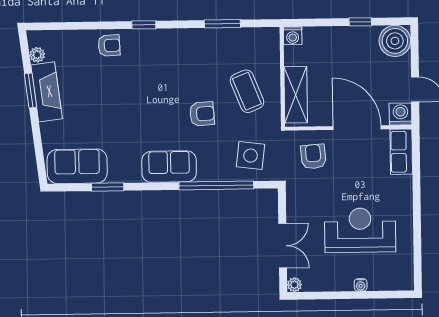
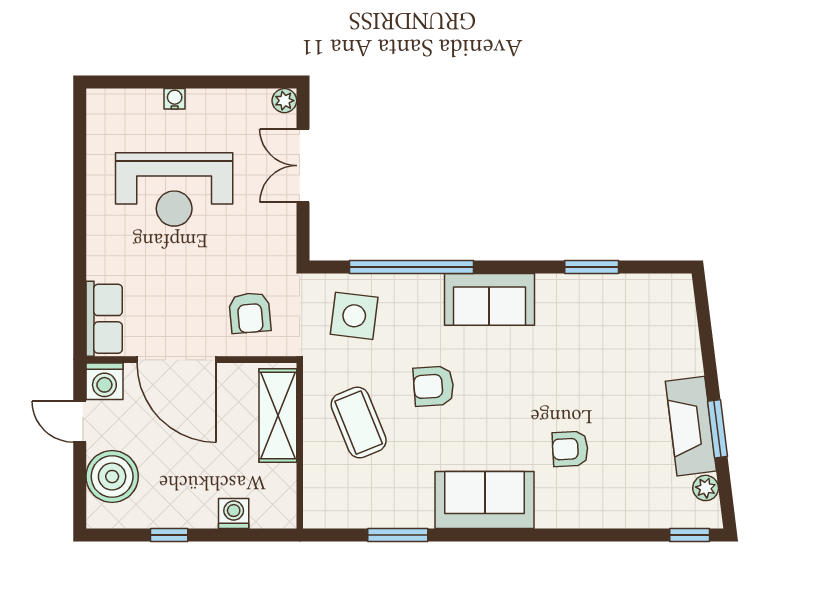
window: (144, 25) -> (690, 535), moved
washing machine: (293, 36) -> (234, 514), moved
boiler: (395, 41) -> (112, 477), moved
armchair: (109, 46) -> (570, 449), moved
sofa: (77, 166) -> (485, 500), moved, turned 180

